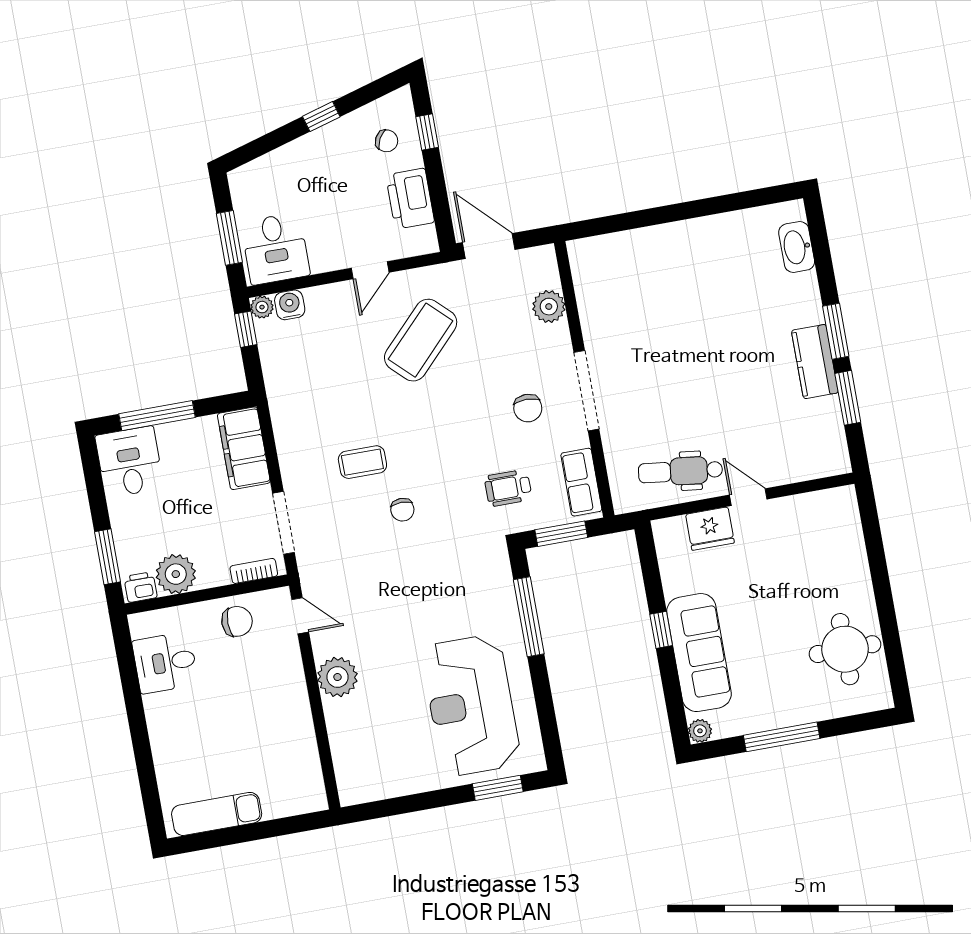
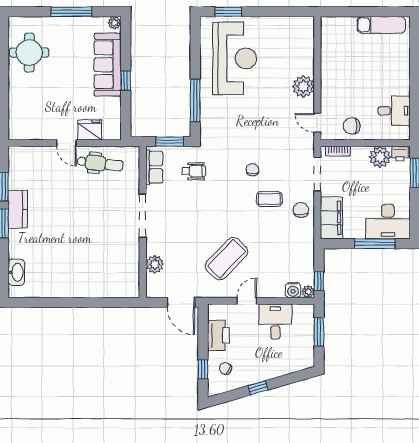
desk: (275, 249) -> (275, 322), moved
chair: (528, 408) -> (301, 210), moved
desk: (129, 462) -> (388, 222), width x1.37

